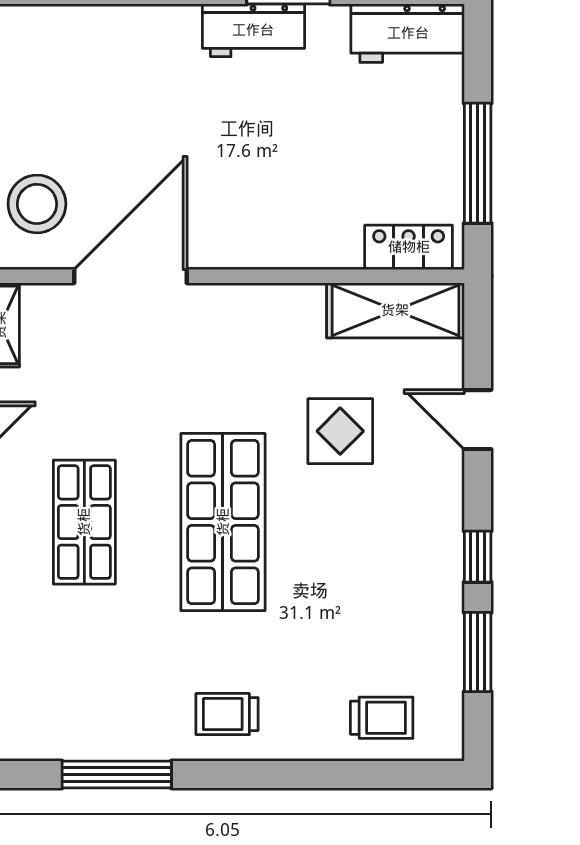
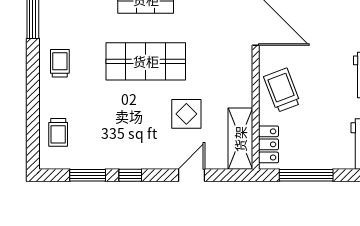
trolley: (287, 217) -> (282, 90), added

